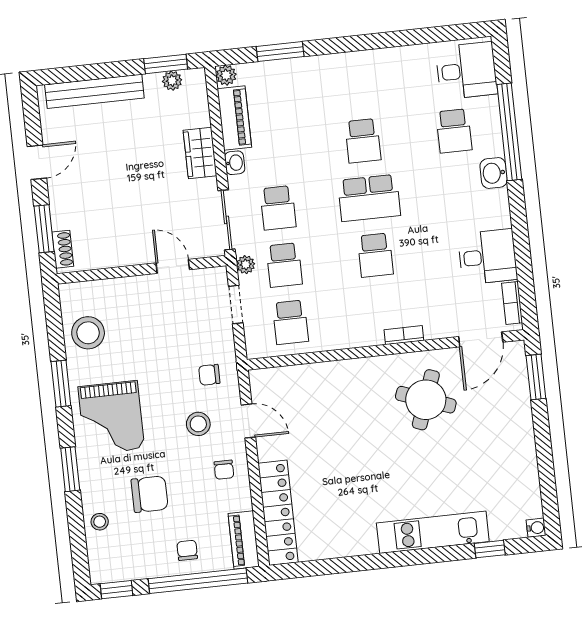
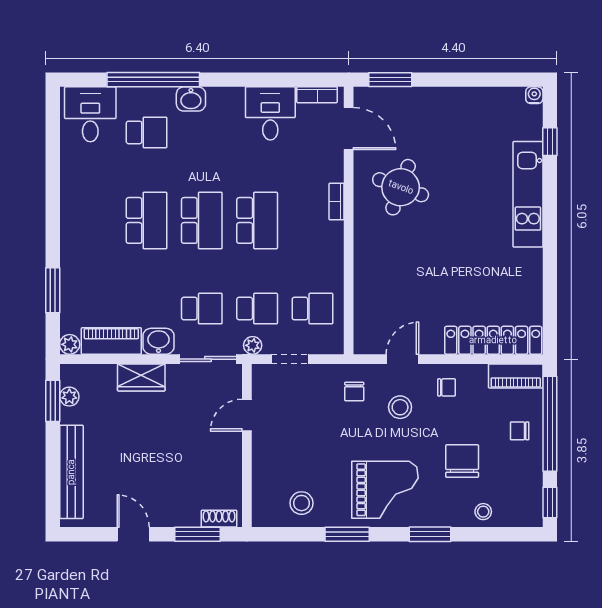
school desk: (363, 141) -> (147, 220), width x1.85
washbasin: (235, 163) -> (159, 341), width x1.38, depth x1.45
school desk: (375, 255) -> (257, 220), width x1.85
stool: (88, 333) -> (301, 503), width x0.73, depth x0.73

